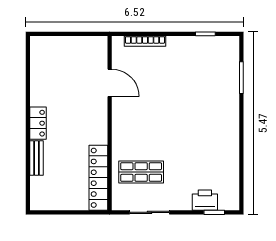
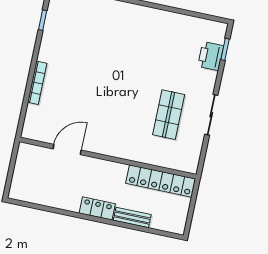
door: (110, 83) -> (67, 149), moved
wall: (110, 123) -> (108, 158), moved
locker: (98, 178) -> (161, 181), moved

